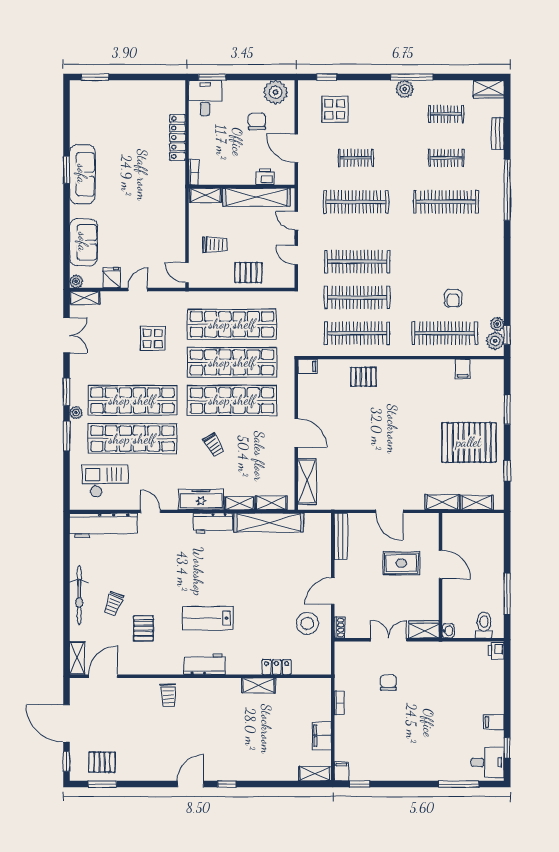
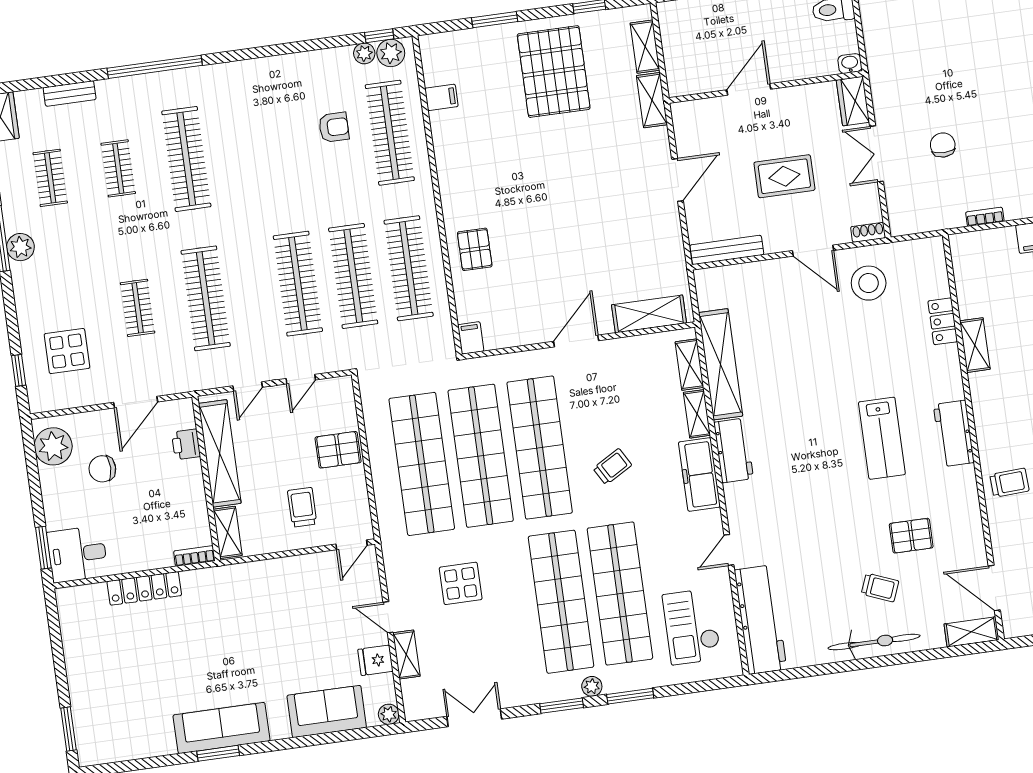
pallet: (248, 273) -> (338, 450), turned 90
shelving: (85, 298) -> (406, 655), moved
rug: (401, 563) -> (784, 176), moved, turned 90
chair: (388, 683) -> (943, 145), turned 90

